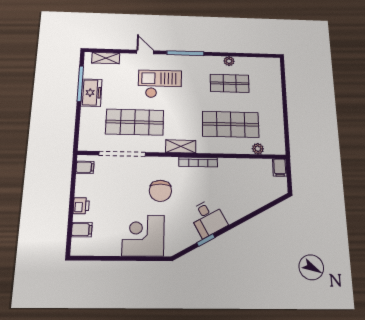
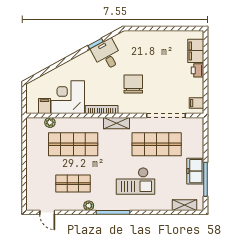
door: (145, 52) -> (47, 212), moved
plant: (229, 61) -> (89, 206), moved
filing cabinet: (280, 168) -> (44, 106), moved
desk: (208, 218) -> (107, 55), moved
filing cabinet: (82, 230) -> (196, 51), width x2.00
corner desk: (143, 235) -> (68, 97), moved, turned 180

